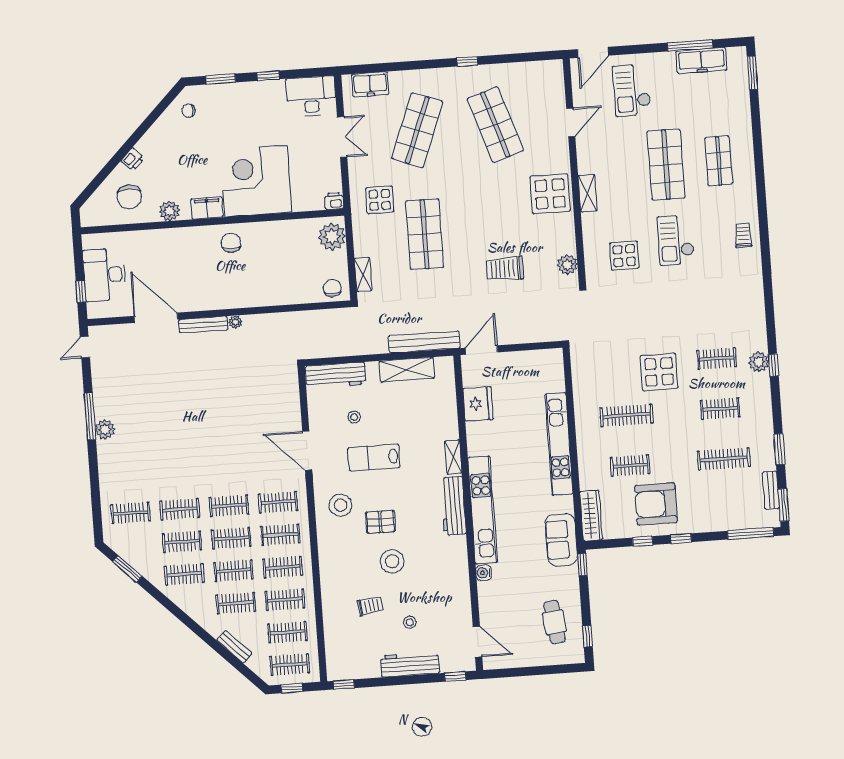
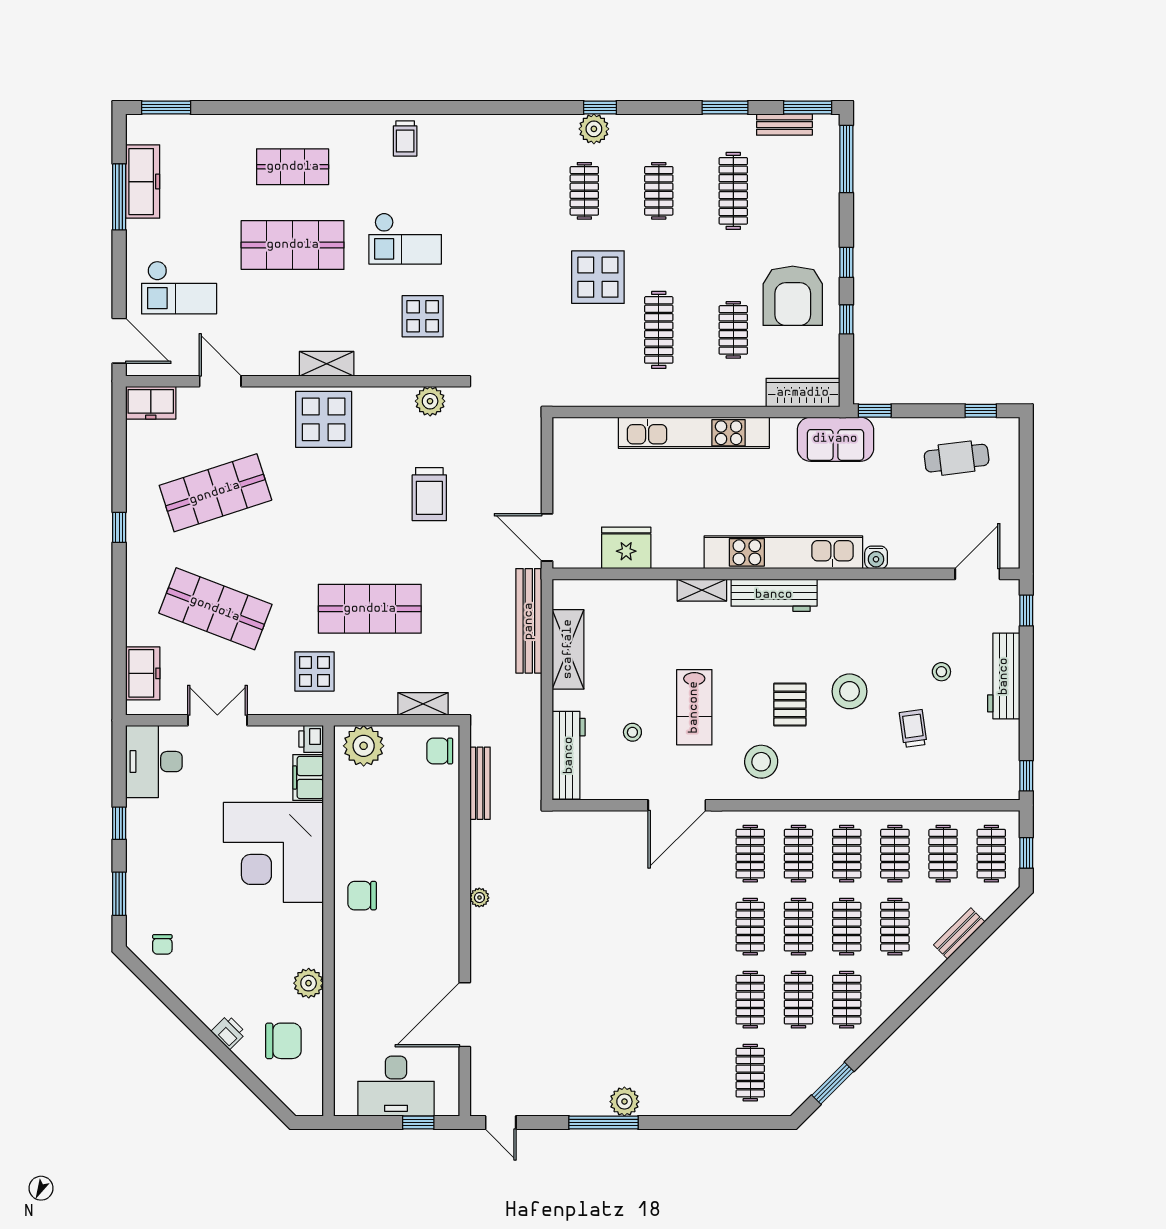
freezer: (553, 77) -> (151, 403), added
filing cabinet: (207, 208) -> (308, 777), moved
trolley: (743, 235) -> (405, 139), turned -90
bench: (203, 325) -> (480, 783), moved

